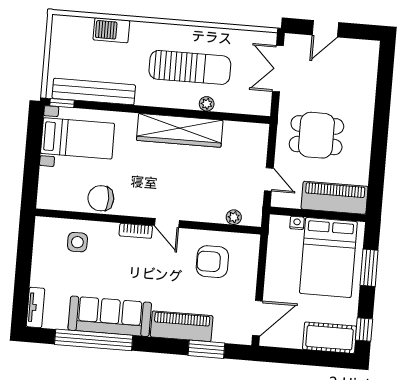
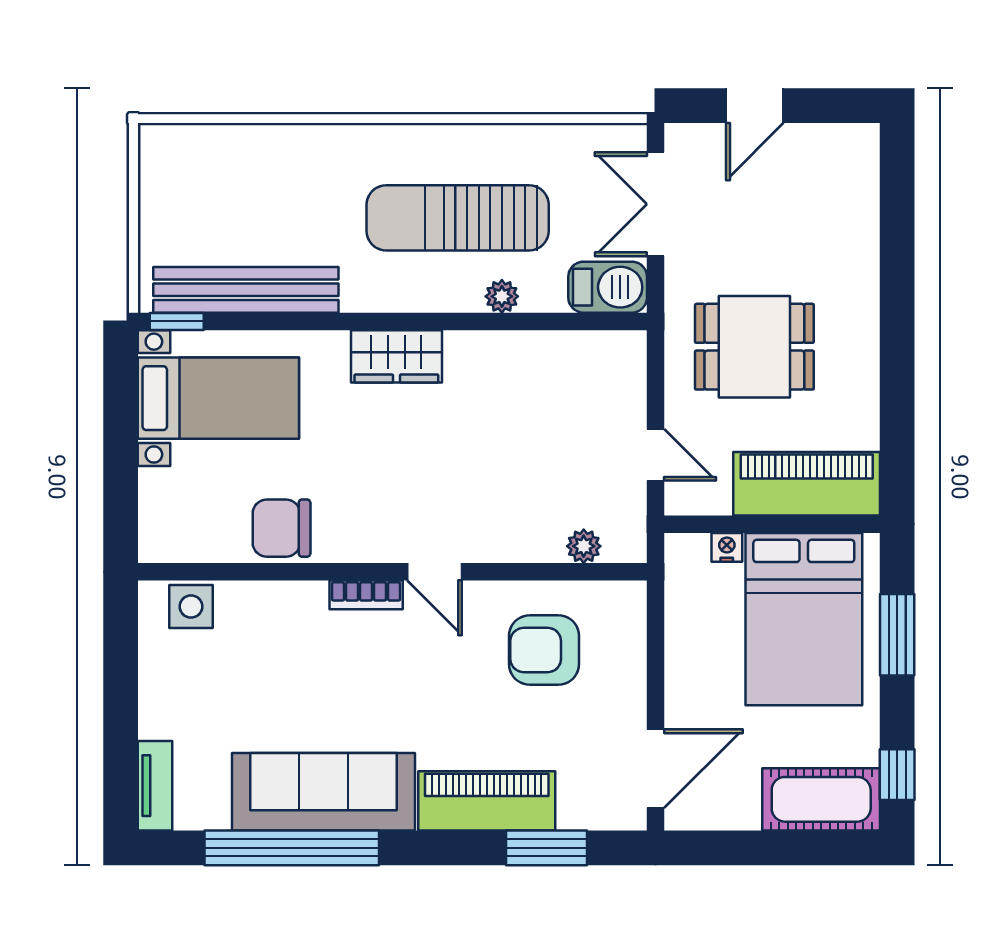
barbecue: (111, 30) -> (608, 287), moved, turned 180
sun lounger: (190, 67) -> (458, 218), turned 180
wardrobe: (180, 130) -> (396, 356), width x0.48, depth x0.85
side table: (77, 242) -> (191, 607), moved

